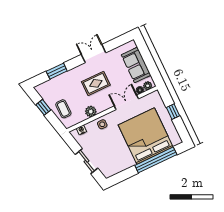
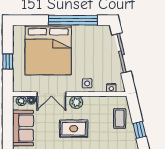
plant: (91, 111) -> (76, 102), moved
window: (156, 160) -> (73, 20), moved
sliding door: (87, 161) -> (122, 53), width x1.37

